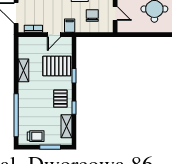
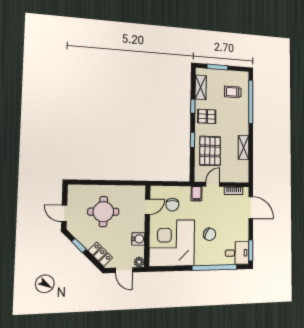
door: (115, 13) -> (148, 207), swing flipped
pallet: (57, 66) -> (210, 151), turned 90
pallet: (60, 99) -> (207, 116), turned 90
trolley: (36, 136) -> (233, 92), moved

